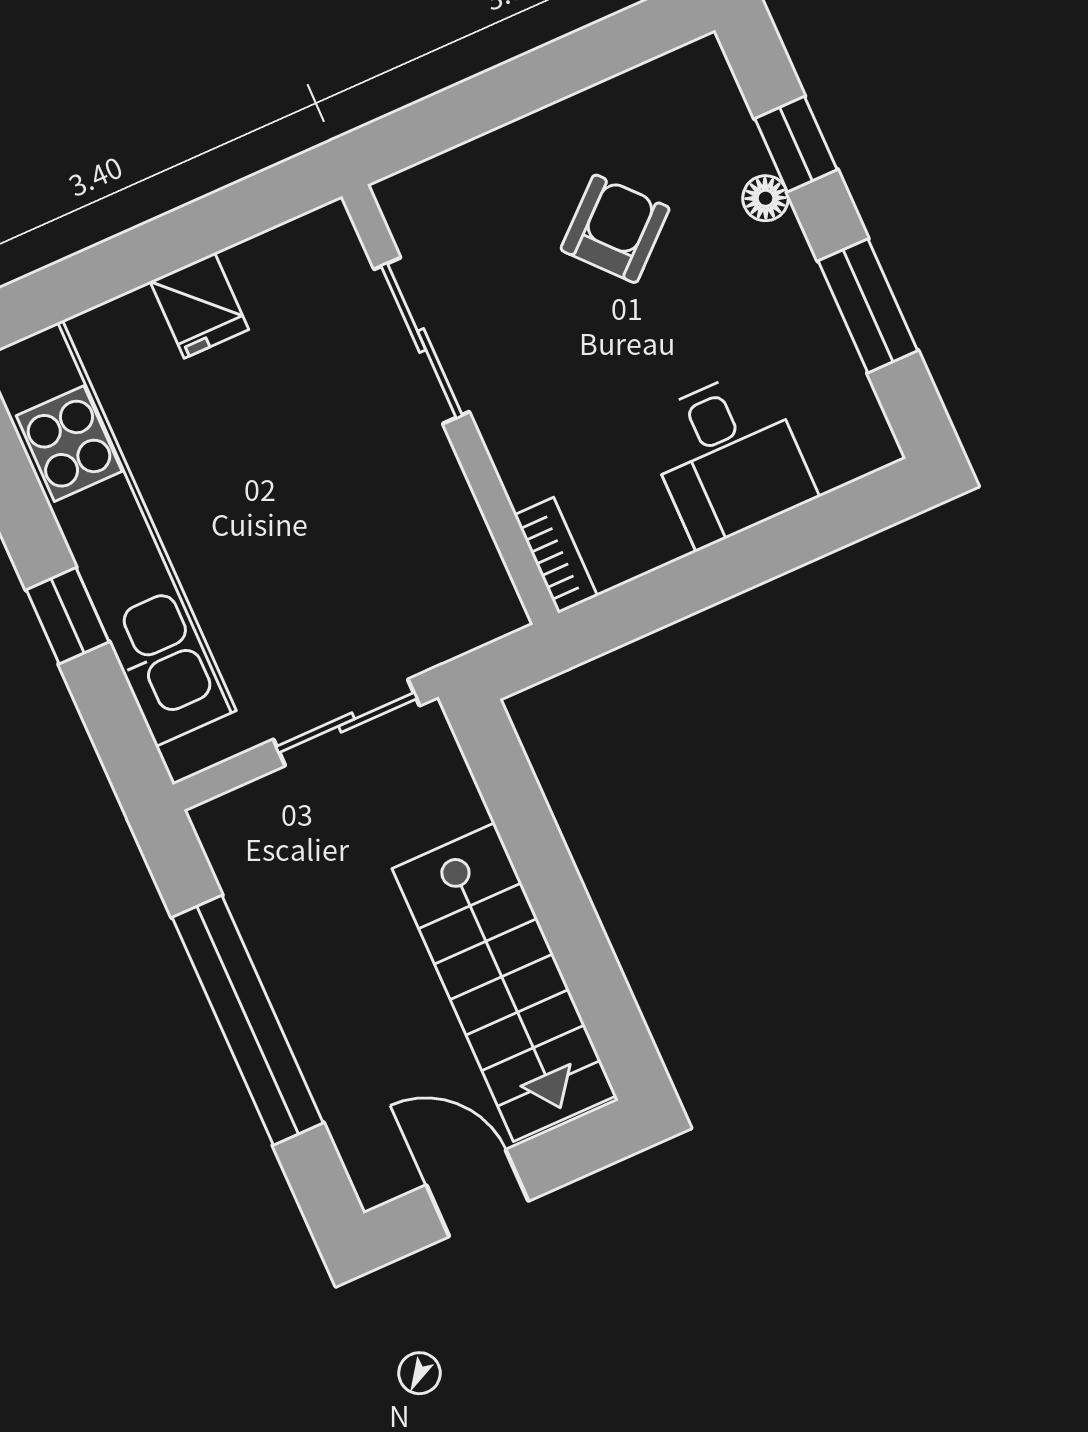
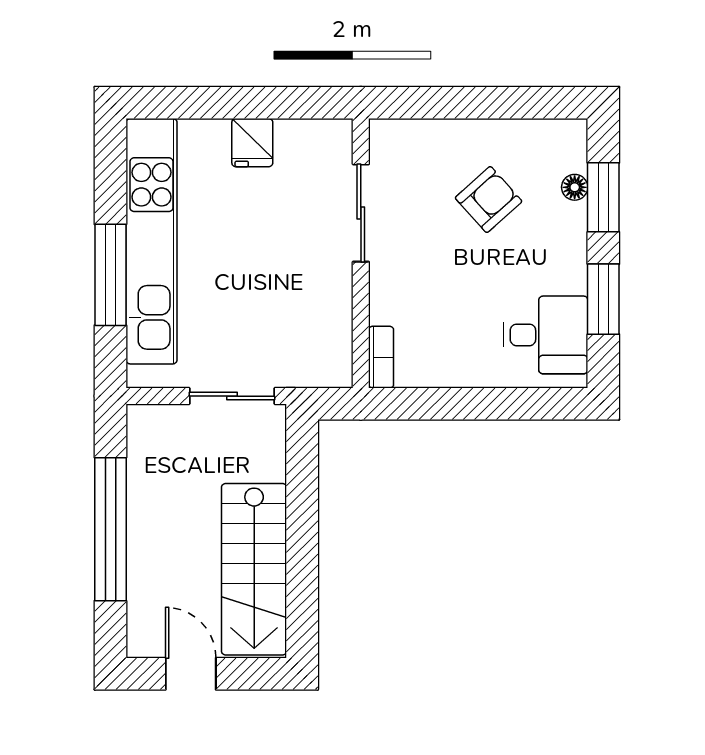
window: (796, 144) -> (603, 197), width x1.50
floor lamp: (765, 198) -> (575, 187), moved
desk: (728, 458) -> (546, 335), moved, turned -90
window: (68, 616) -> (110, 275), width x2.17

